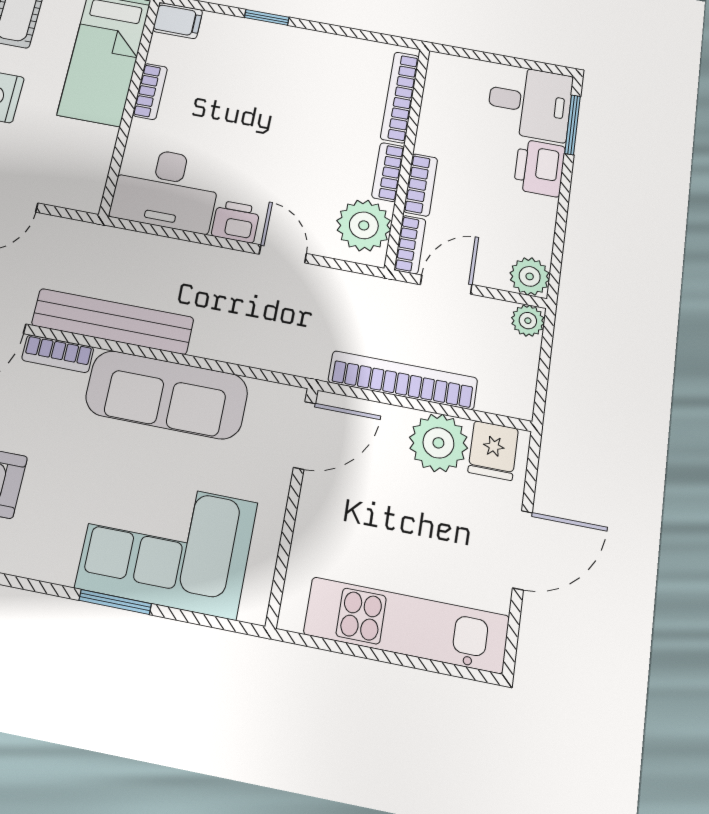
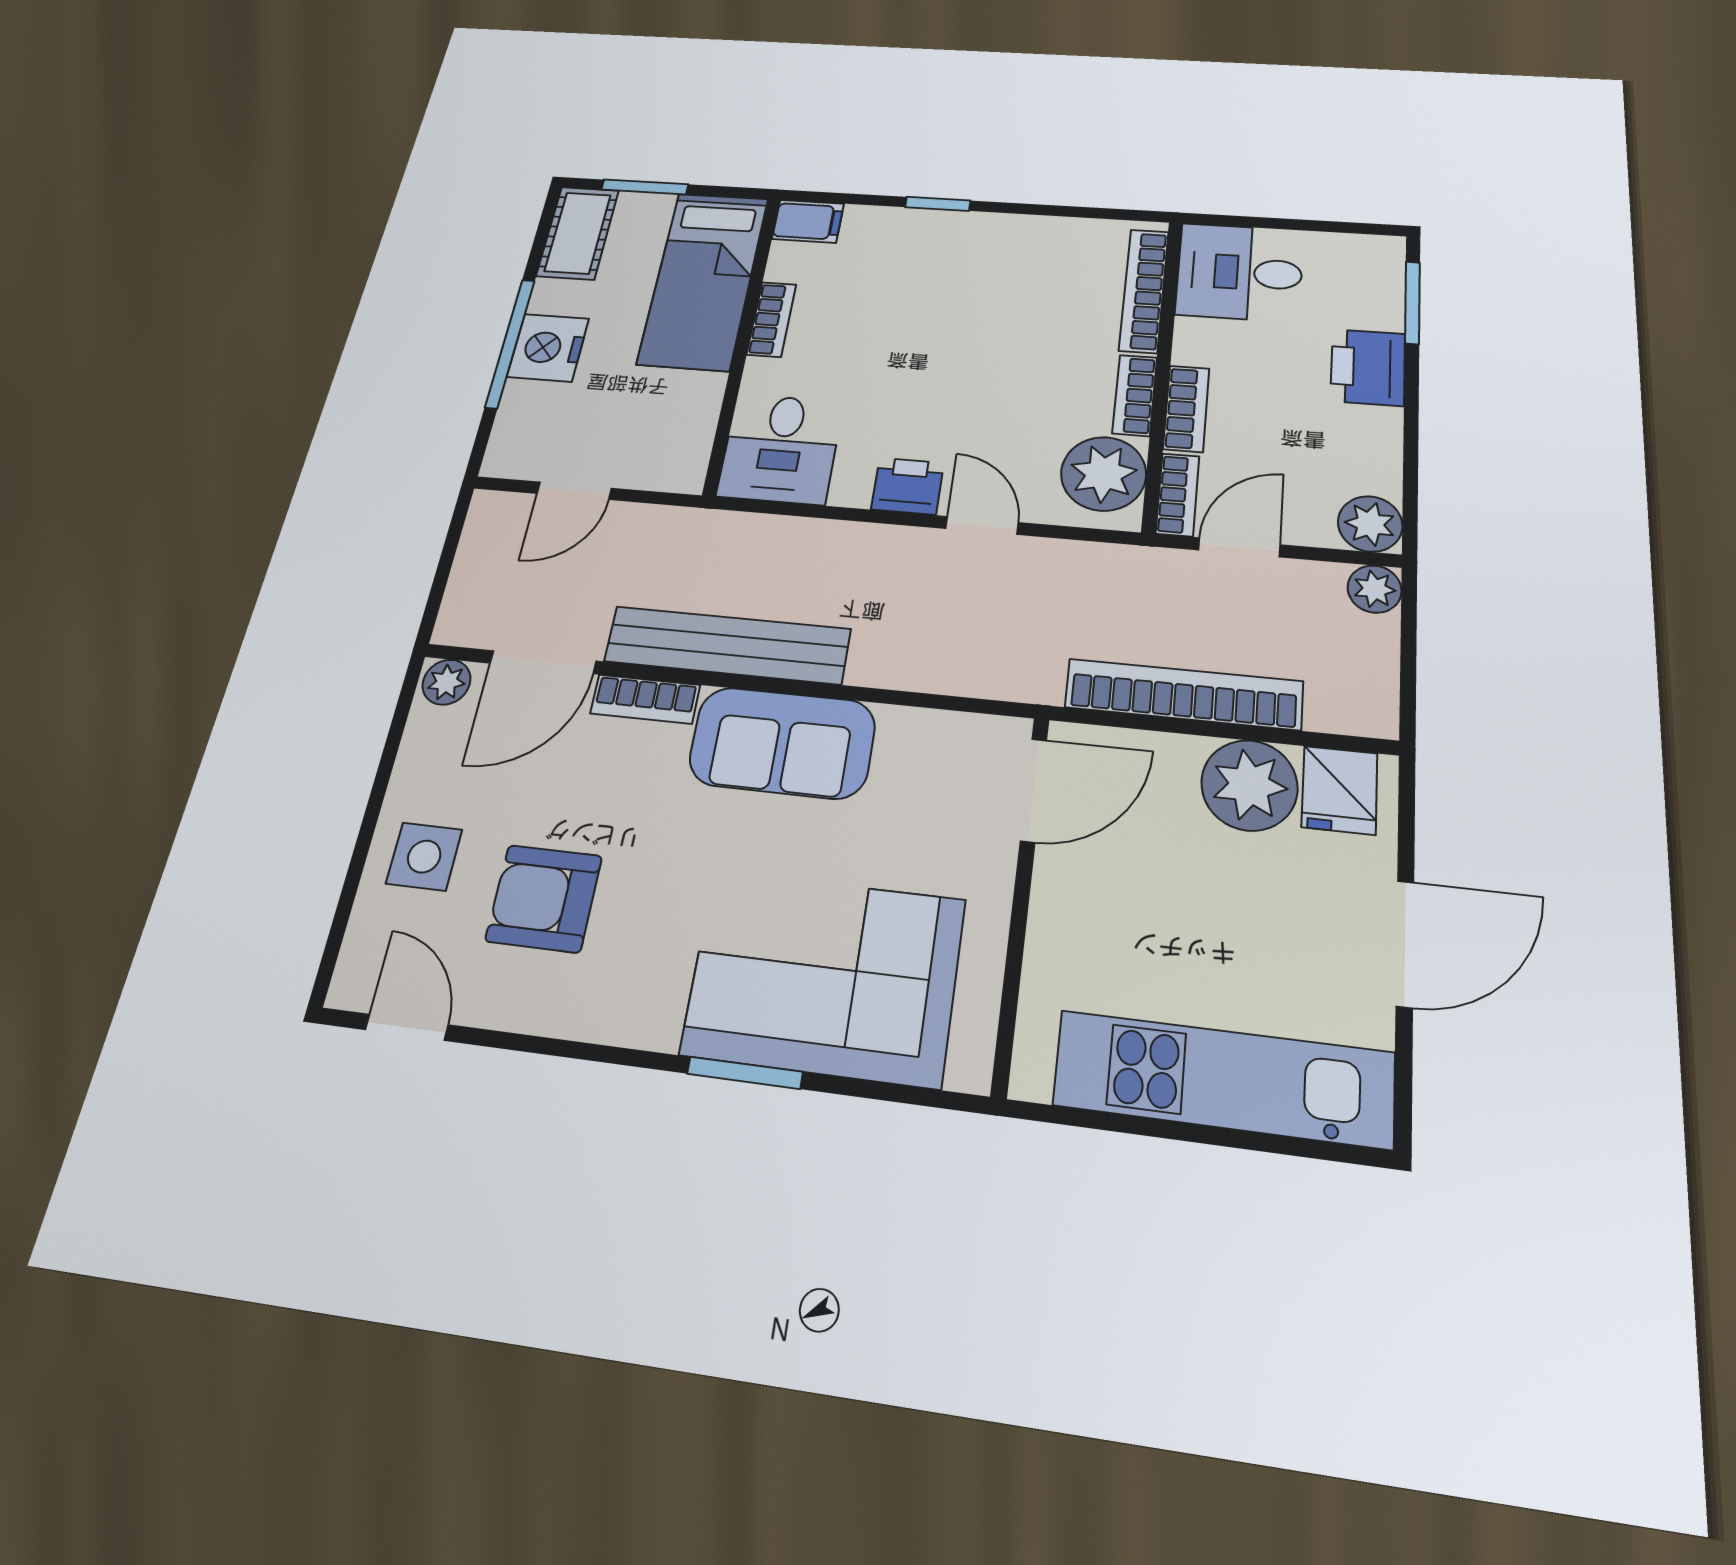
desk: (530, 103) -> (1240, 272), moved, turned 180
desk: (166, 189) -> (781, 449), width x0.73
sofa: (167, 395) -> (782, 743), width x0.73

